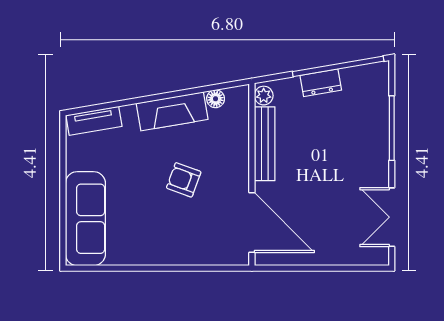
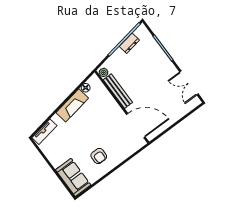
dresser: (321, 83) -> (129, 43), moved
armchair: (184, 180) -> (99, 156), moved, turned -110
sofa: (85, 219) -> (73, 177), width x0.73

